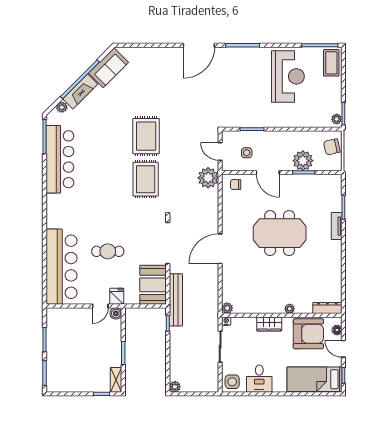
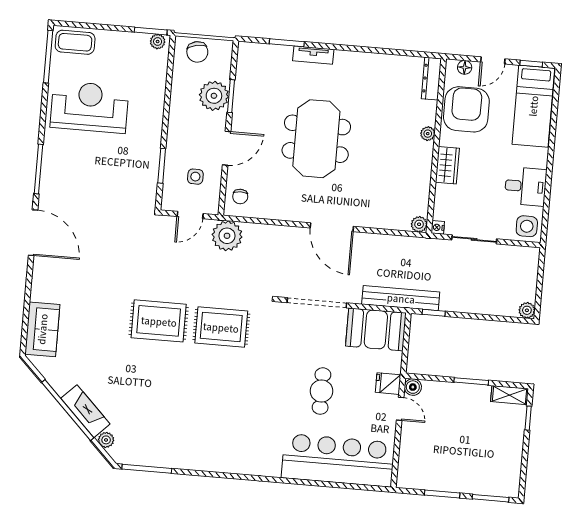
sofa: (109, 68) -> (42, 329), moved, turned 45
bar counter: (60, 159) -> (182, 449), removed

